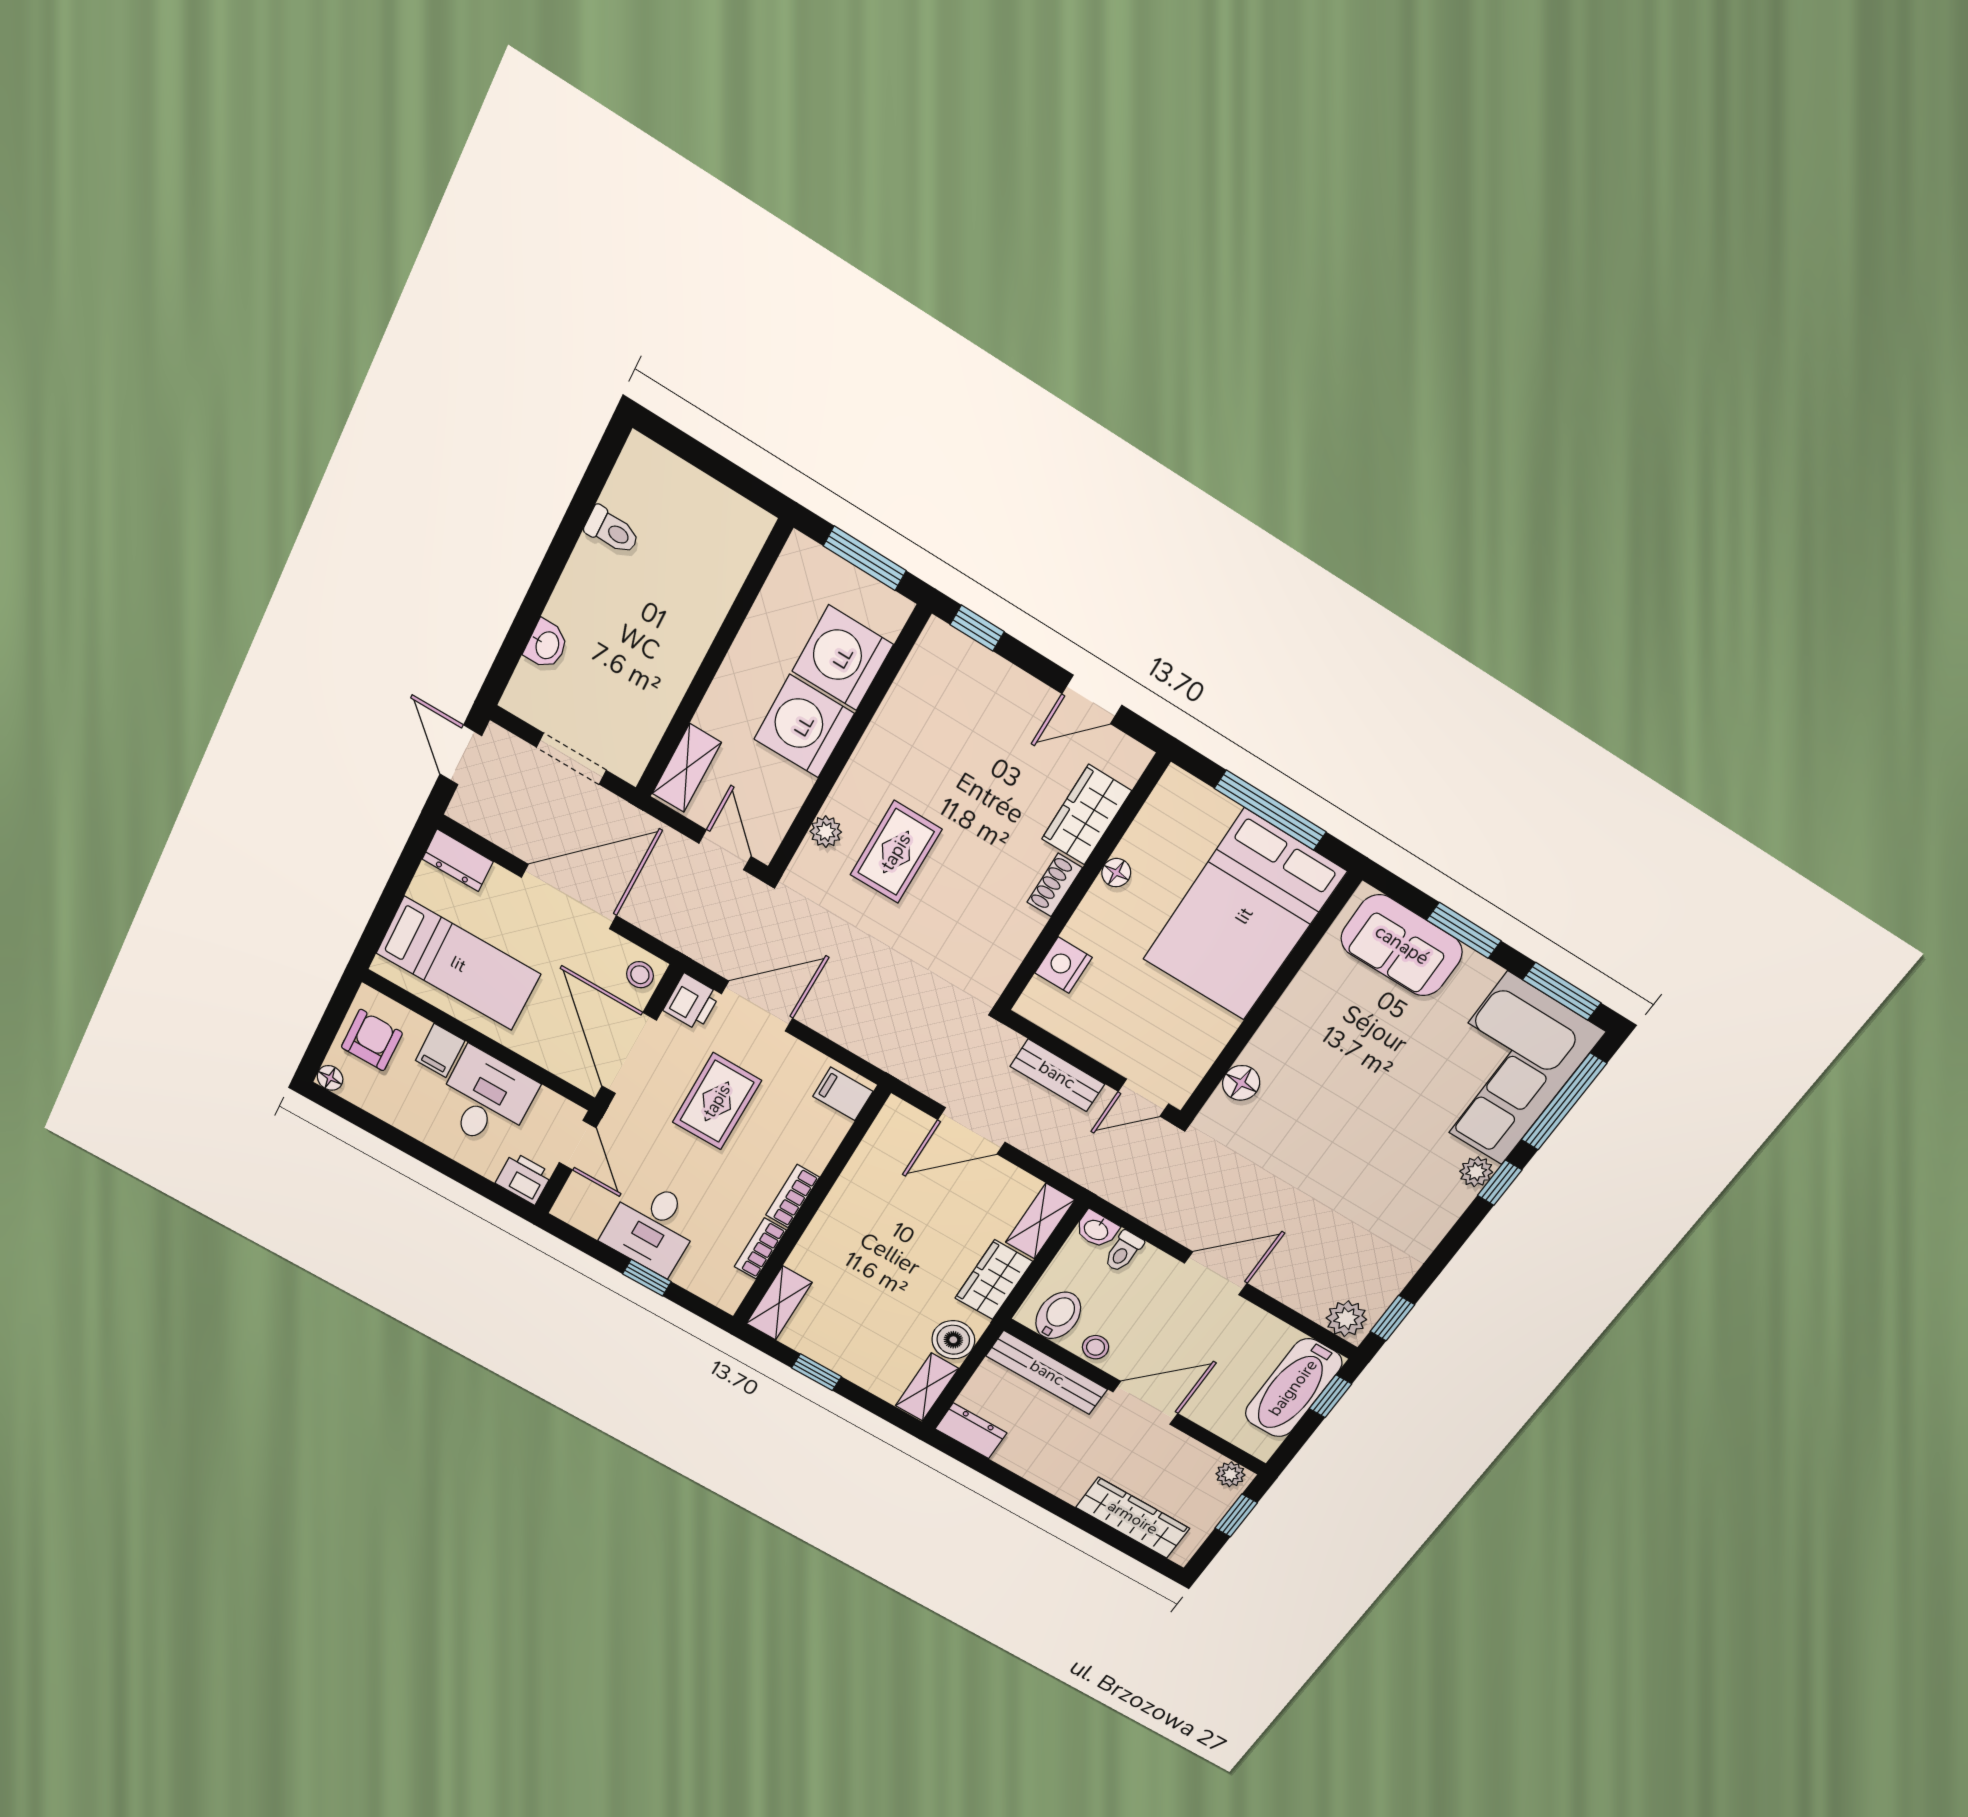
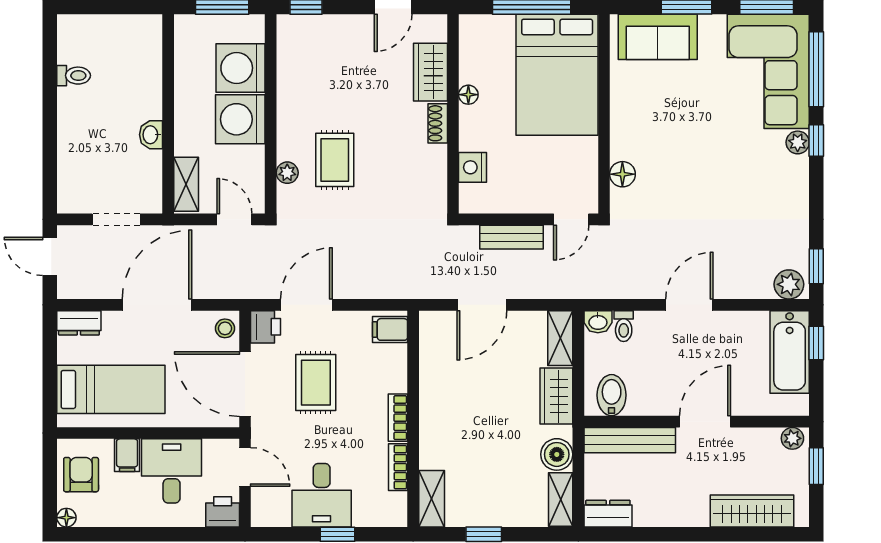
washbasin: (546, 645) -> (151, 135), moved, turned 180
stool: (1096, 1347) -> (649, 403), removed

